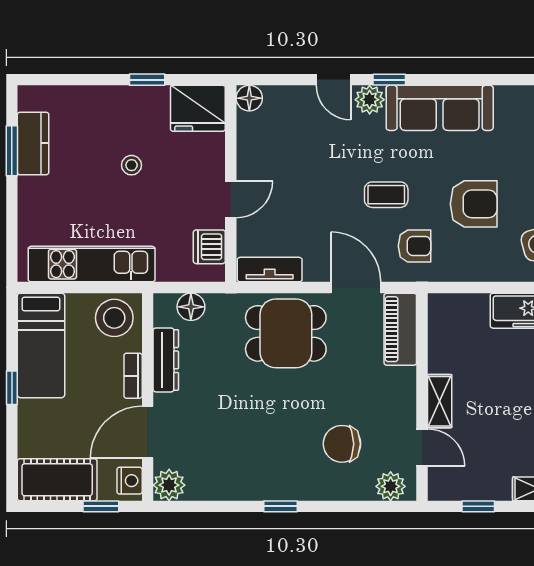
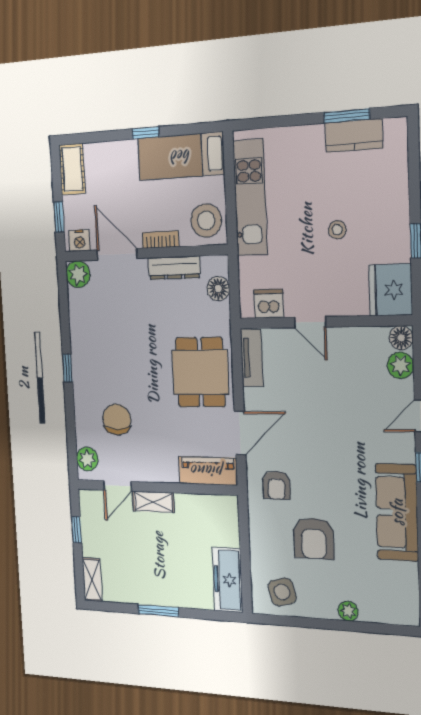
plant: (370, 100) -> (400, 365), moved
coffee table: (386, 195) -> (319, 462), removed
cot: (57, 480) -> (72, 169), width x0.73, depth x0.75

